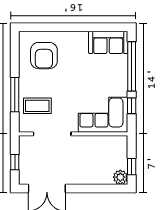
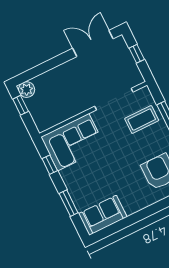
window: (132, 66) -> (69, 203), width x0.47

